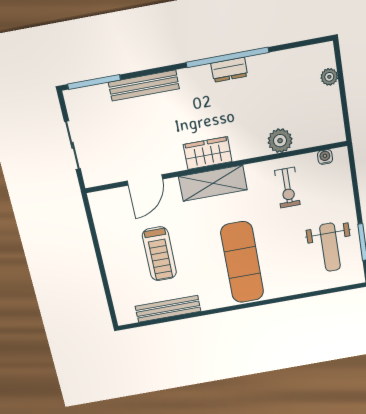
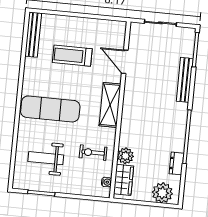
dresser: (229, 70) -> (176, 163), moved
plant: (329, 77) -> (162, 193), width x1.88, depth x1.88
wardrobe: (208, 153) -> (124, 180), moved
weight bench: (330, 247) -> (46, 158), moved
bench: (168, 309) -> (33, 35), moved

